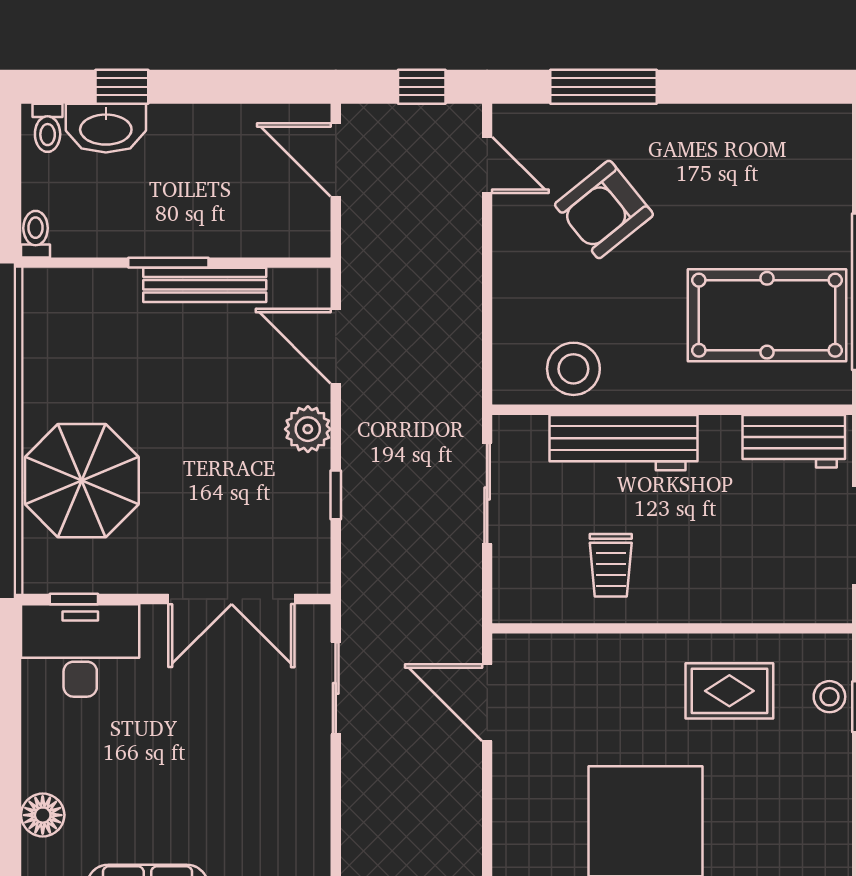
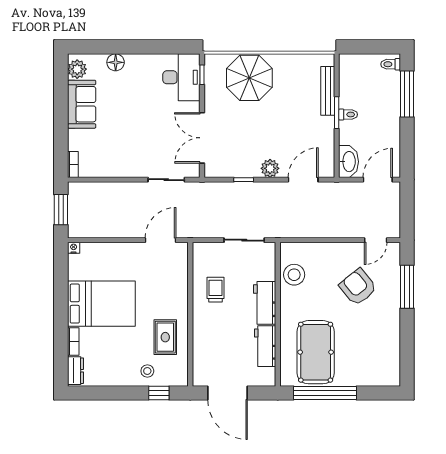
window: (122, 87) -> (407, 94), width x2.17
window: (422, 87) -> (407, 214), removed
washbasin: (106, 128) -> (348, 162), moved, turned 180
toilet: (36, 234) -> (348, 114), moved
bench: (205, 285) -> (328, 91), moved
workbench: (794, 441) -> (265, 346), moved
workbench: (623, 443) -> (265, 303), width x0.73
trolley: (611, 565) -> (215, 290), turned 90
stool: (829, 697) -> (147, 371), moved

